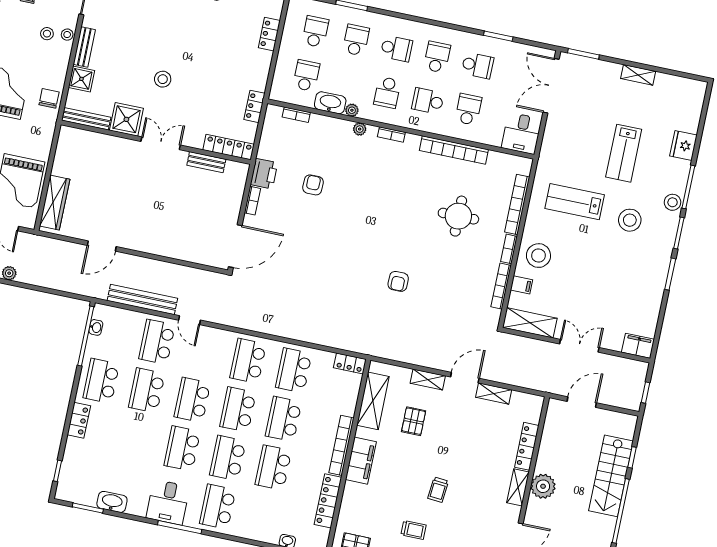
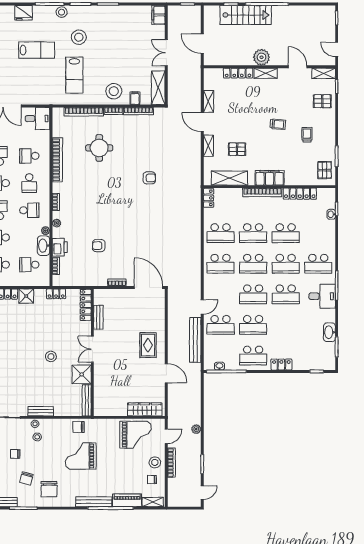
shower: (81, 79) -> (26, 296), moved
printer: (264, 174) -> (60, 247), moved, turned 90
rug: (149, 227) -> (148, 345), added

